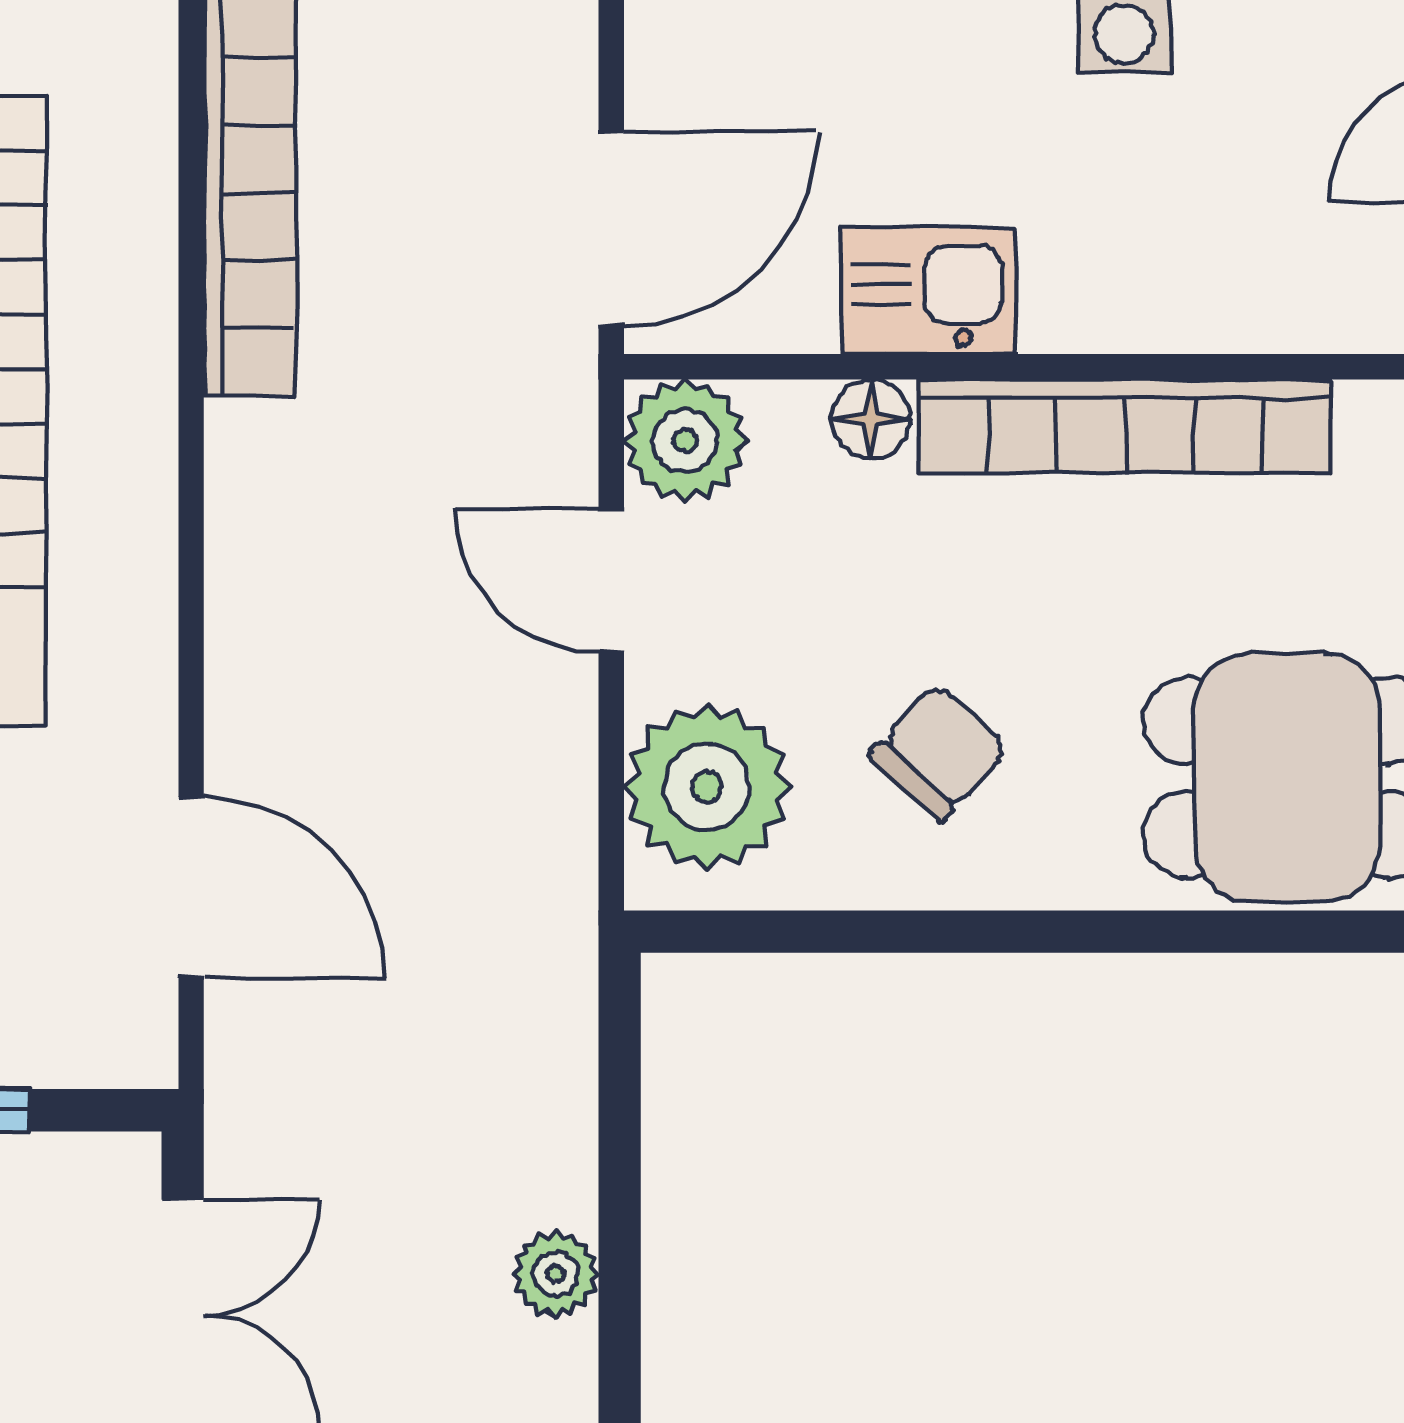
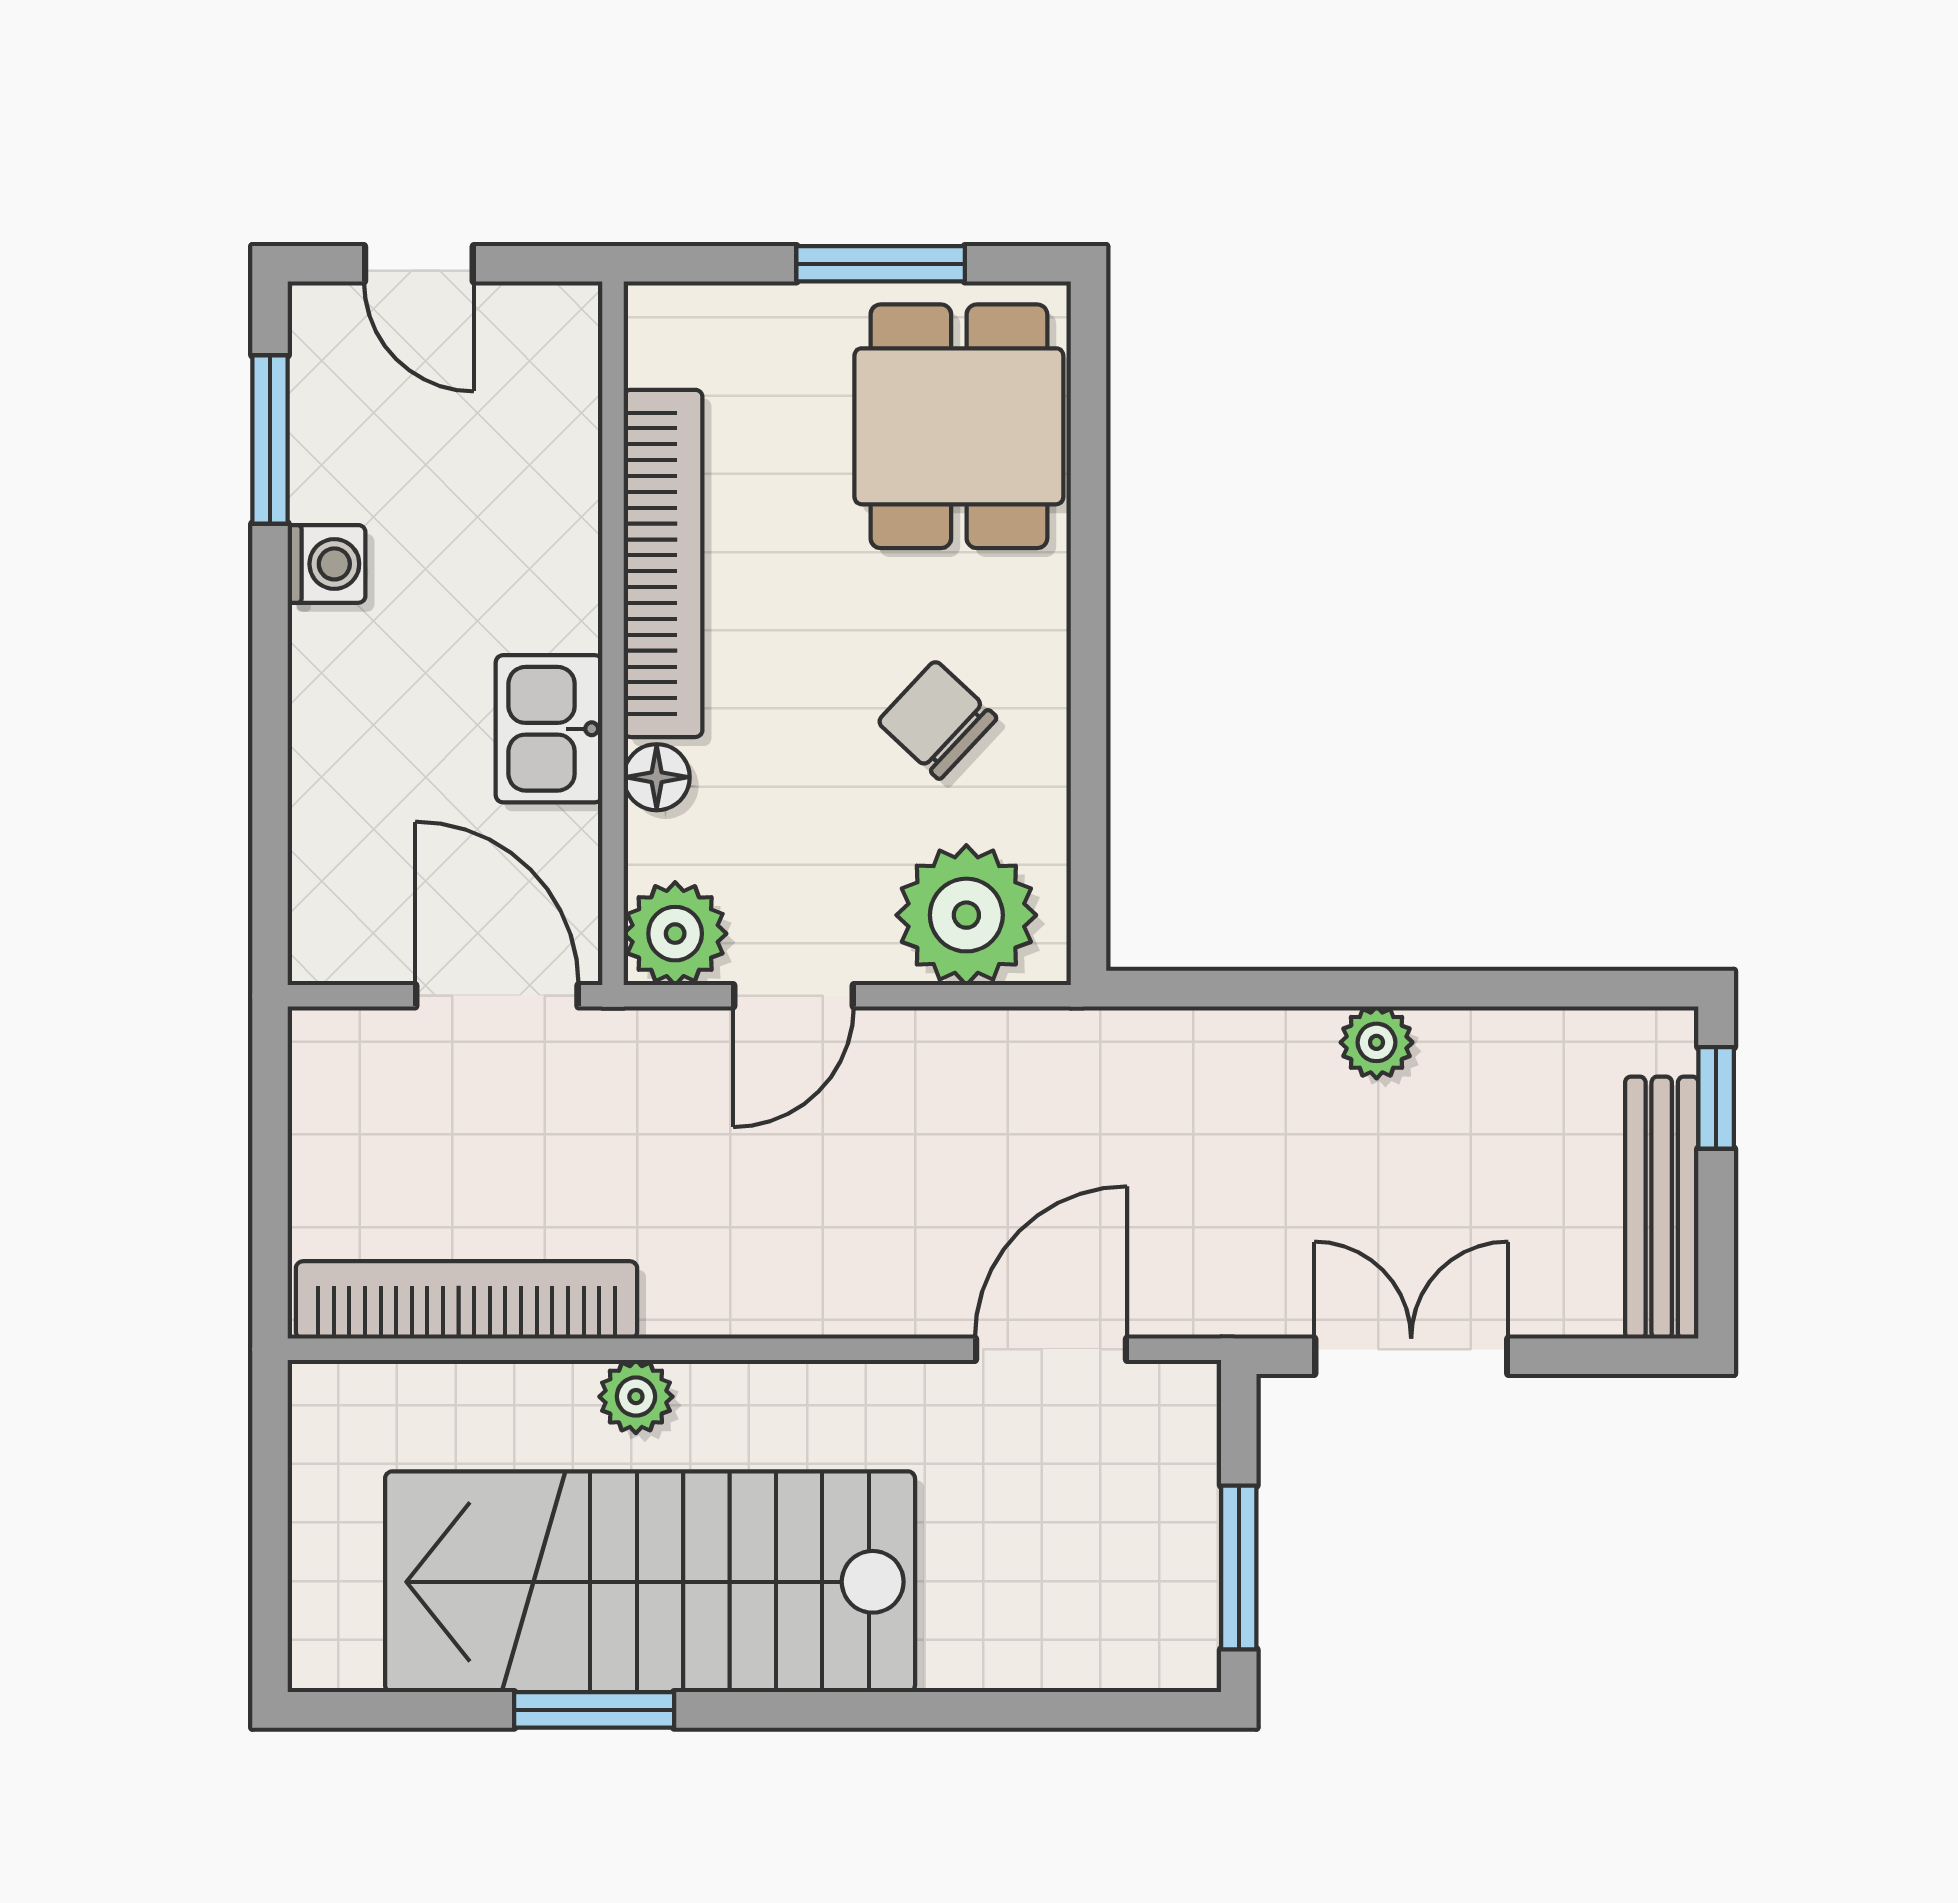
plant: (135, 394) -> (636, 1397), added

